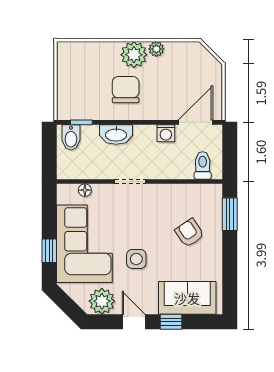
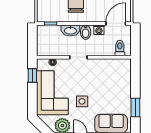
bidet: (71, 137) -> (86, 32), moved
window: (230, 214) -> (135, 107), moved
armchair: (189, 233) -> (112, 86), removed
window: (49, 251) -> (32, 76), moved

